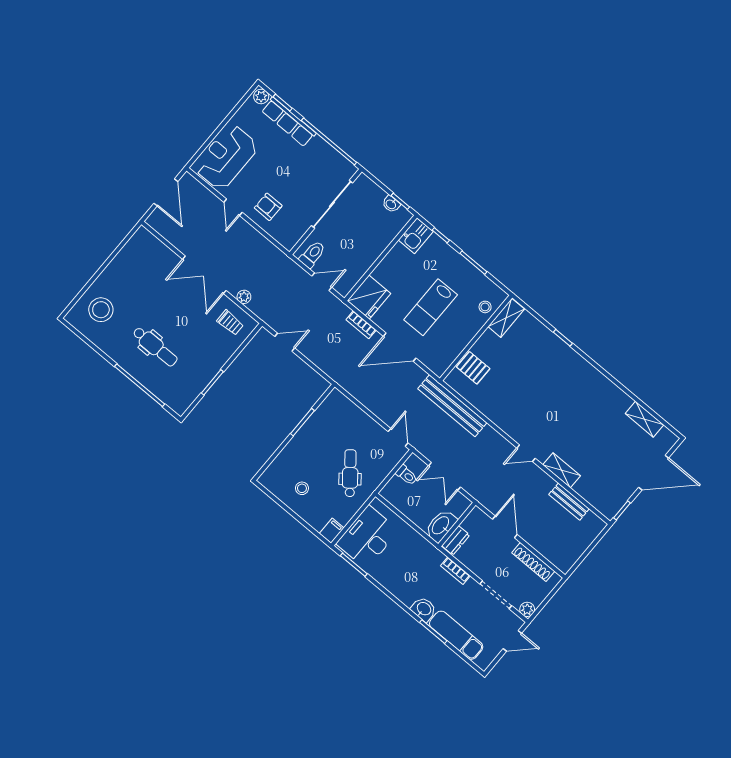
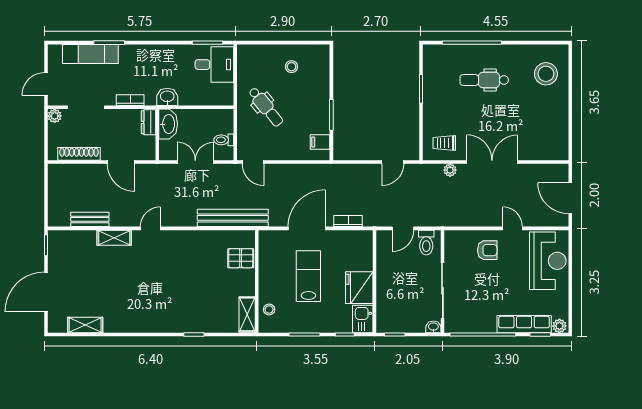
washbasin: (391, 204) -> (433, 327), moved
fridge: (369, 297) -> (359, 288), moved
filing cabinet: (332, 531) -> (320, 142), moved, turned 90
desk: (368, 537) -> (214, 65), width x0.73
washbasin: (424, 609) -> (167, 97), moved, turned 180

